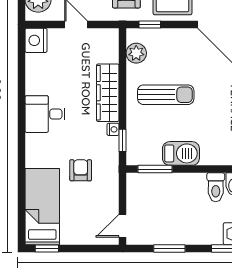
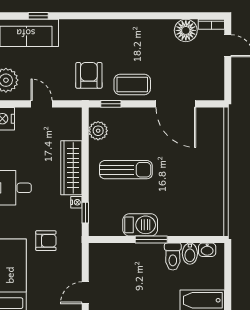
window: (155, 169) -> (151, 239), moved
armchair: (81, 170) -> (46, 241), turned 90

